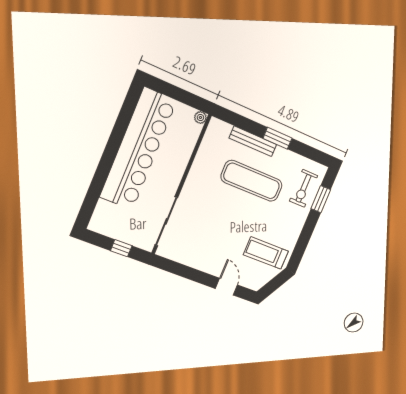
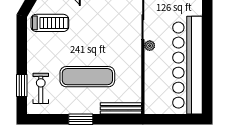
plant: (200, 118) -> (150, 46), moved
bench: (253, 141) -> (121, 108), moved

